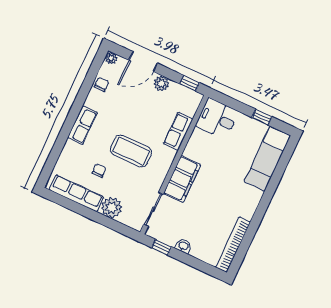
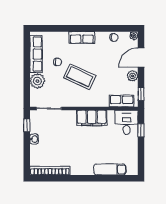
door: (143, 62) -> (141, 58), hinge flipped
window: (262, 117) -> (141, 130), moved
row of seats: (178, 131) -> (122, 101), moved
coffee table: (131, 151) -> (80, 77), turned -65
exam couch: (267, 159) -> (110, 170), width x0.73, depth x0.69
filing cabinet: (182, 179) -> (92, 118), moved

